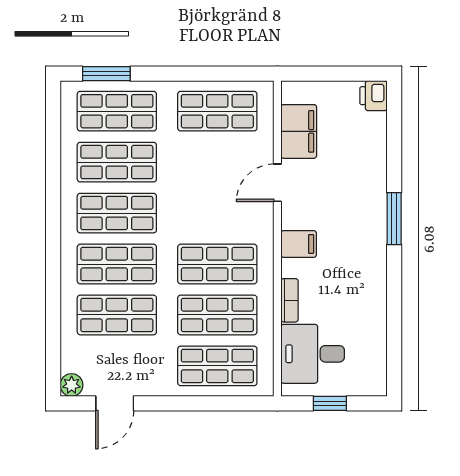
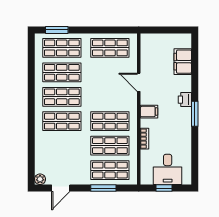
printer: (373, 96) -> (185, 100), moved
filing cabinet: (299, 131) -> (183, 62), moved, turned 180
door: (277, 183) -> (139, 82), hinge flipped
window: (394, 219) -> (195, 114), moved
shop shelf: (117, 315) -> (62, 146), removed
desk: (313, 354) -> (168, 169), moved, turned -90
window: (204, 403) -> (103, 188), added

